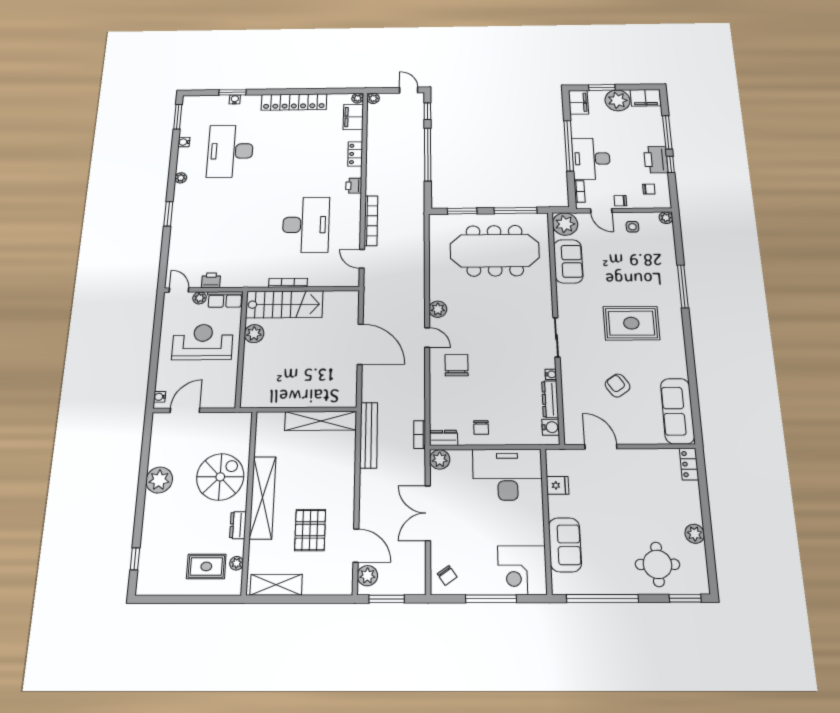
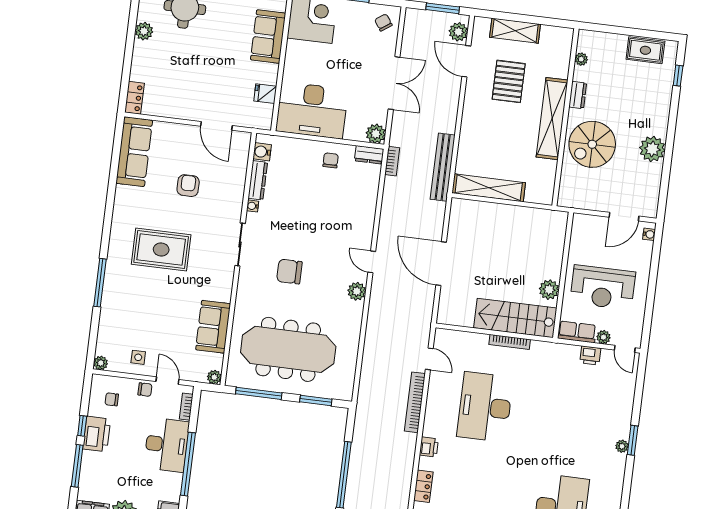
plant: (181, 178) -> (622, 446), moved
plant: (565, 224) -> (214, 377), width x0.53, depth x0.53
chair: (457, 365) -> (289, 272), moved, turned 90
armchair: (618, 385) -> (188, 186), turned -145
rug: (206, 566) -> (645, 50), moved
shelving: (276, 585) -> (515, 31), moved

